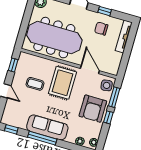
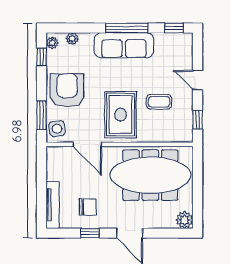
window: (108, 117) -> (42, 57), moved

